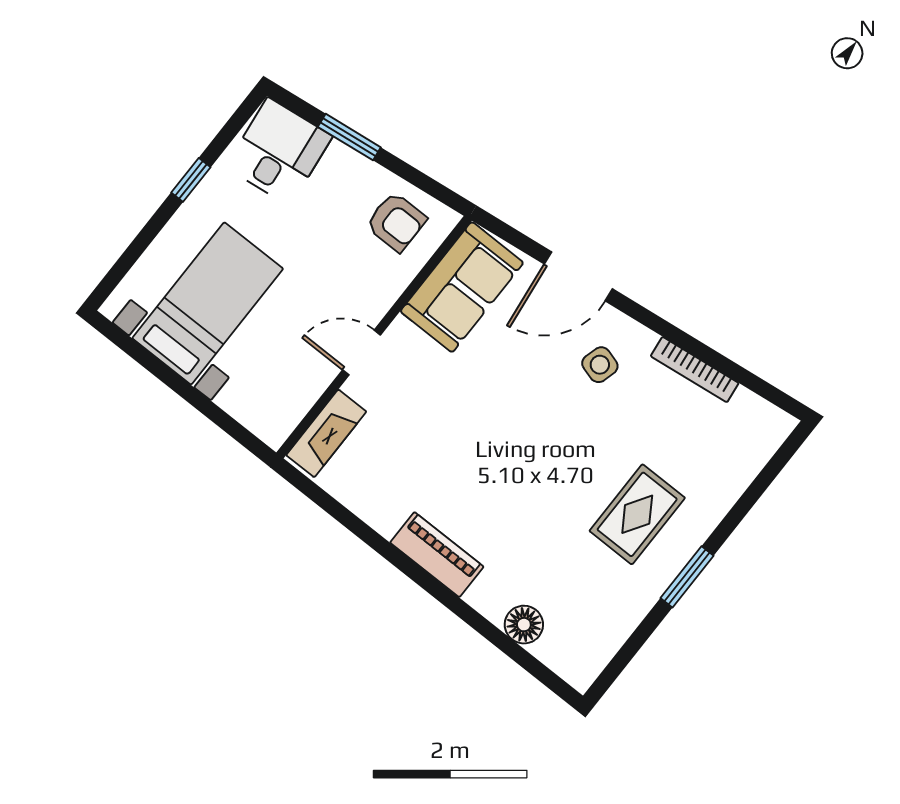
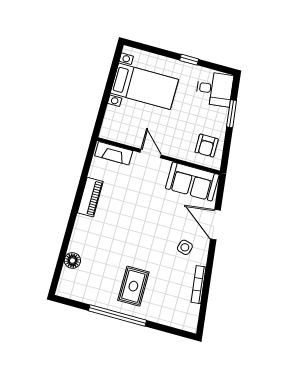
rug: (637, 514) -> (133, 286), turned 90
piano: (437, 555) -> (90, 197), moved
window: (687, 577) -> (117, 316), width x2.11

